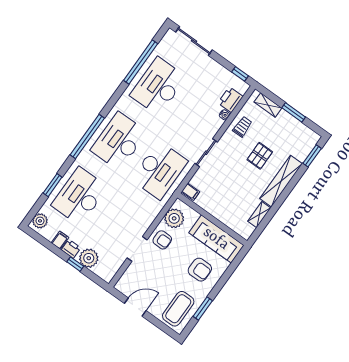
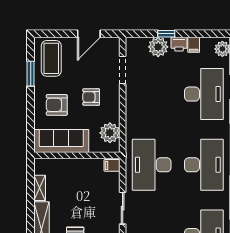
armchair: (162, 240) -> (91, 97), moved
doorway: (137, 249) -> (123, 70), moved

